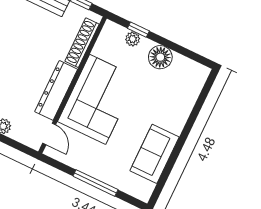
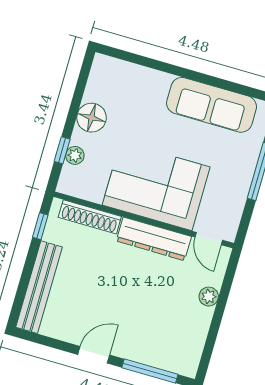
door: (49, 134) -> (209, 239), swing flipped
sofa: (155, 154) -> (212, 105), width x1.36

